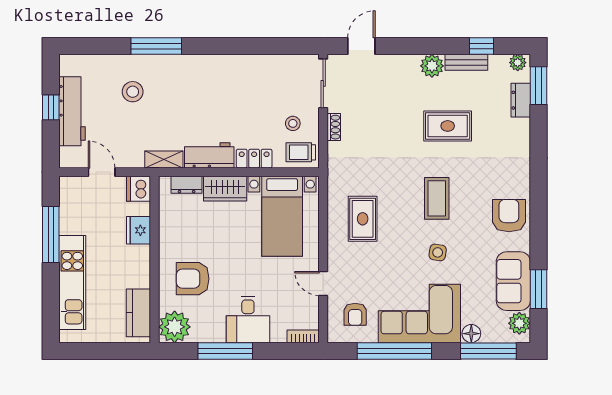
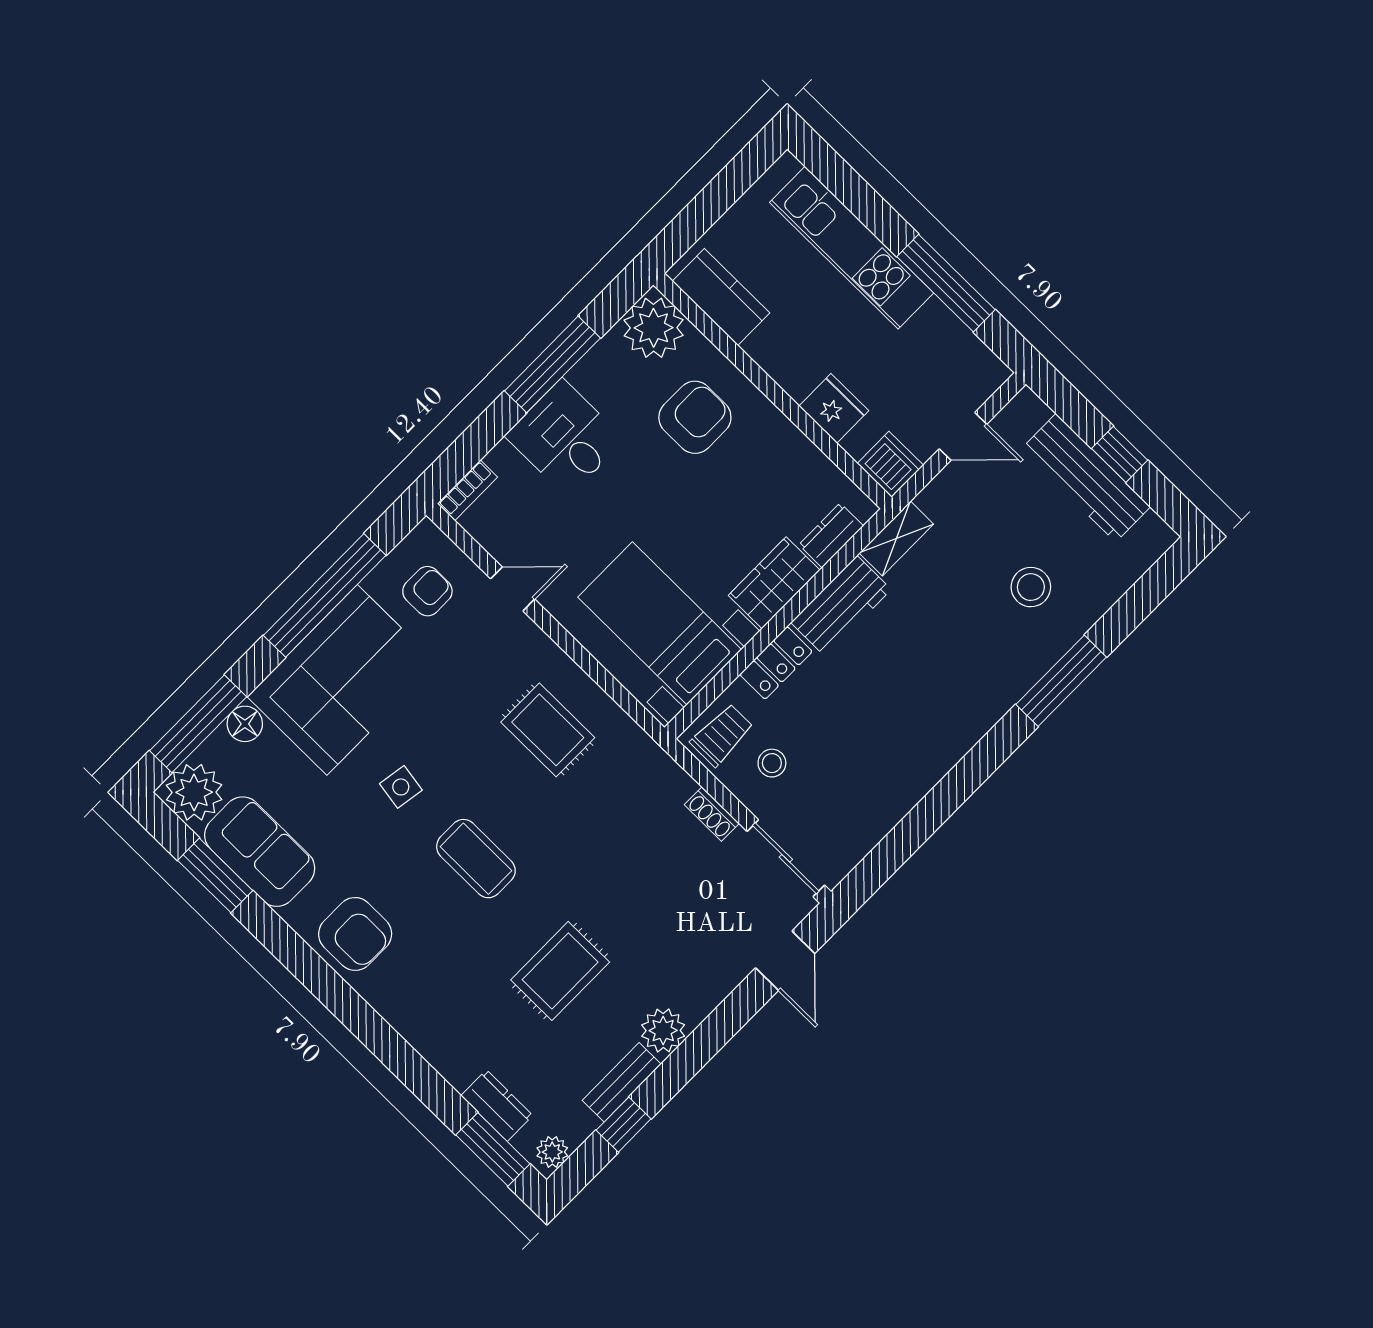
armchair: (355, 314) -> (427, 591), turned 90
plant: (519, 323) -> (194, 792), width x1.36, depth x1.36

